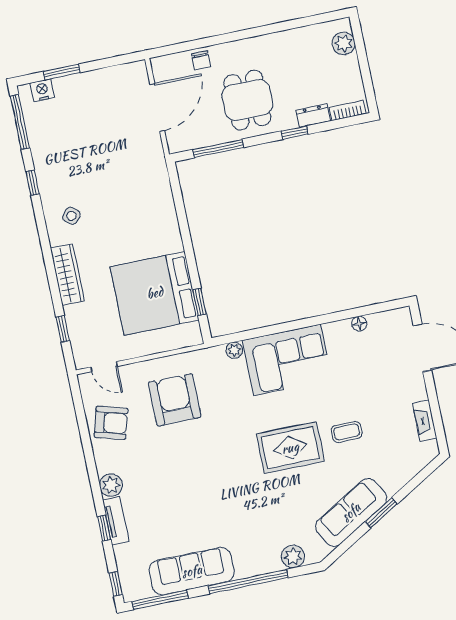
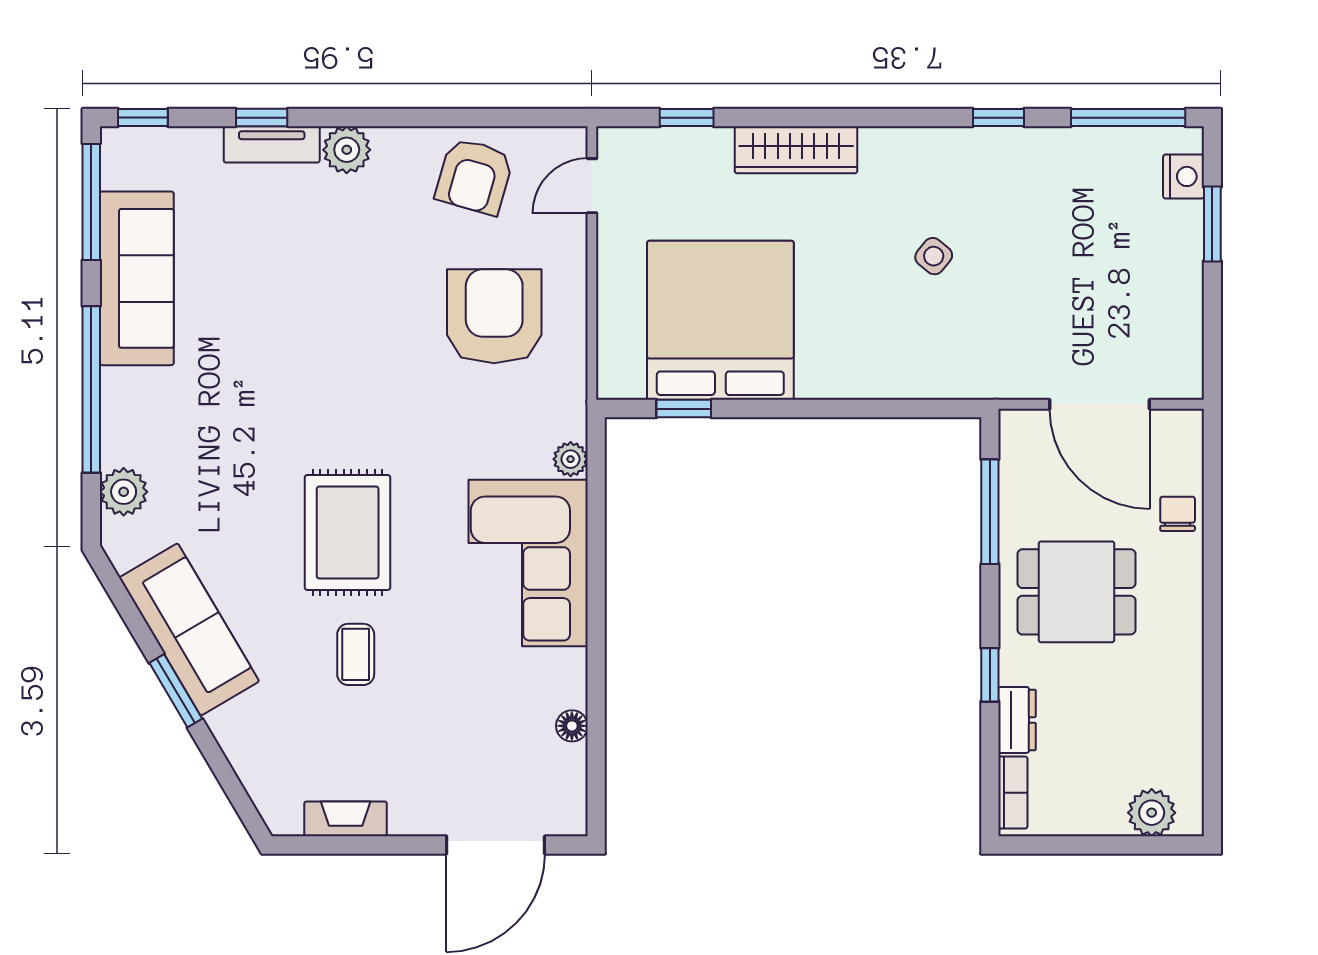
chair: (201, 60) -> (1178, 514), turned 90
side table: (71, 216) -> (934, 256), moved
armchair: (175, 400) -> (494, 316), turned -90

